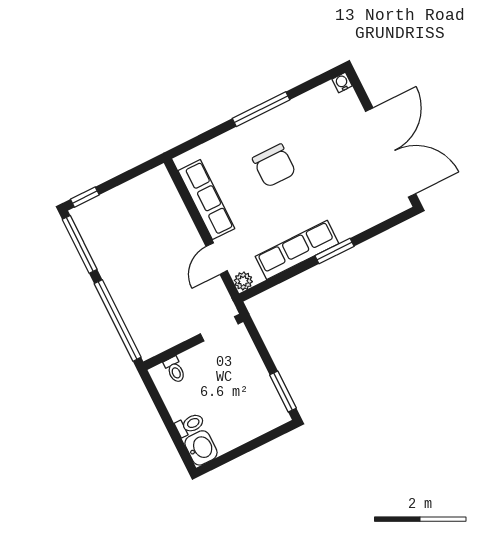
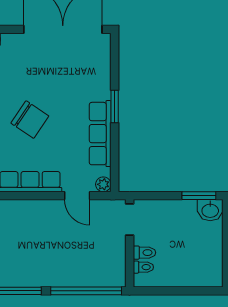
chair: (274, 166) -> (30, 120), turned 34
toilet: (190, 425) -> (144, 253), moved, turned 90
washbasin: (201, 448) -> (210, 210), moved, turned 180

